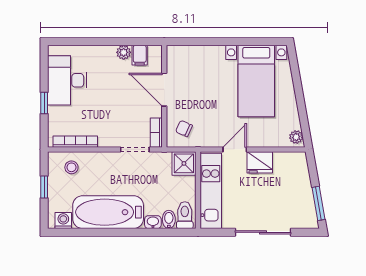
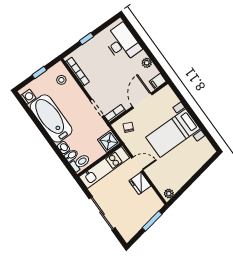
filing cabinet: (140, 55) -> (158, 81), moved
desk: (67, 80) -> (122, 43), moved, turned 90
bed with nightstands: (256, 81) -> (173, 133), moved
window: (319, 203) -> (152, 221), moved

